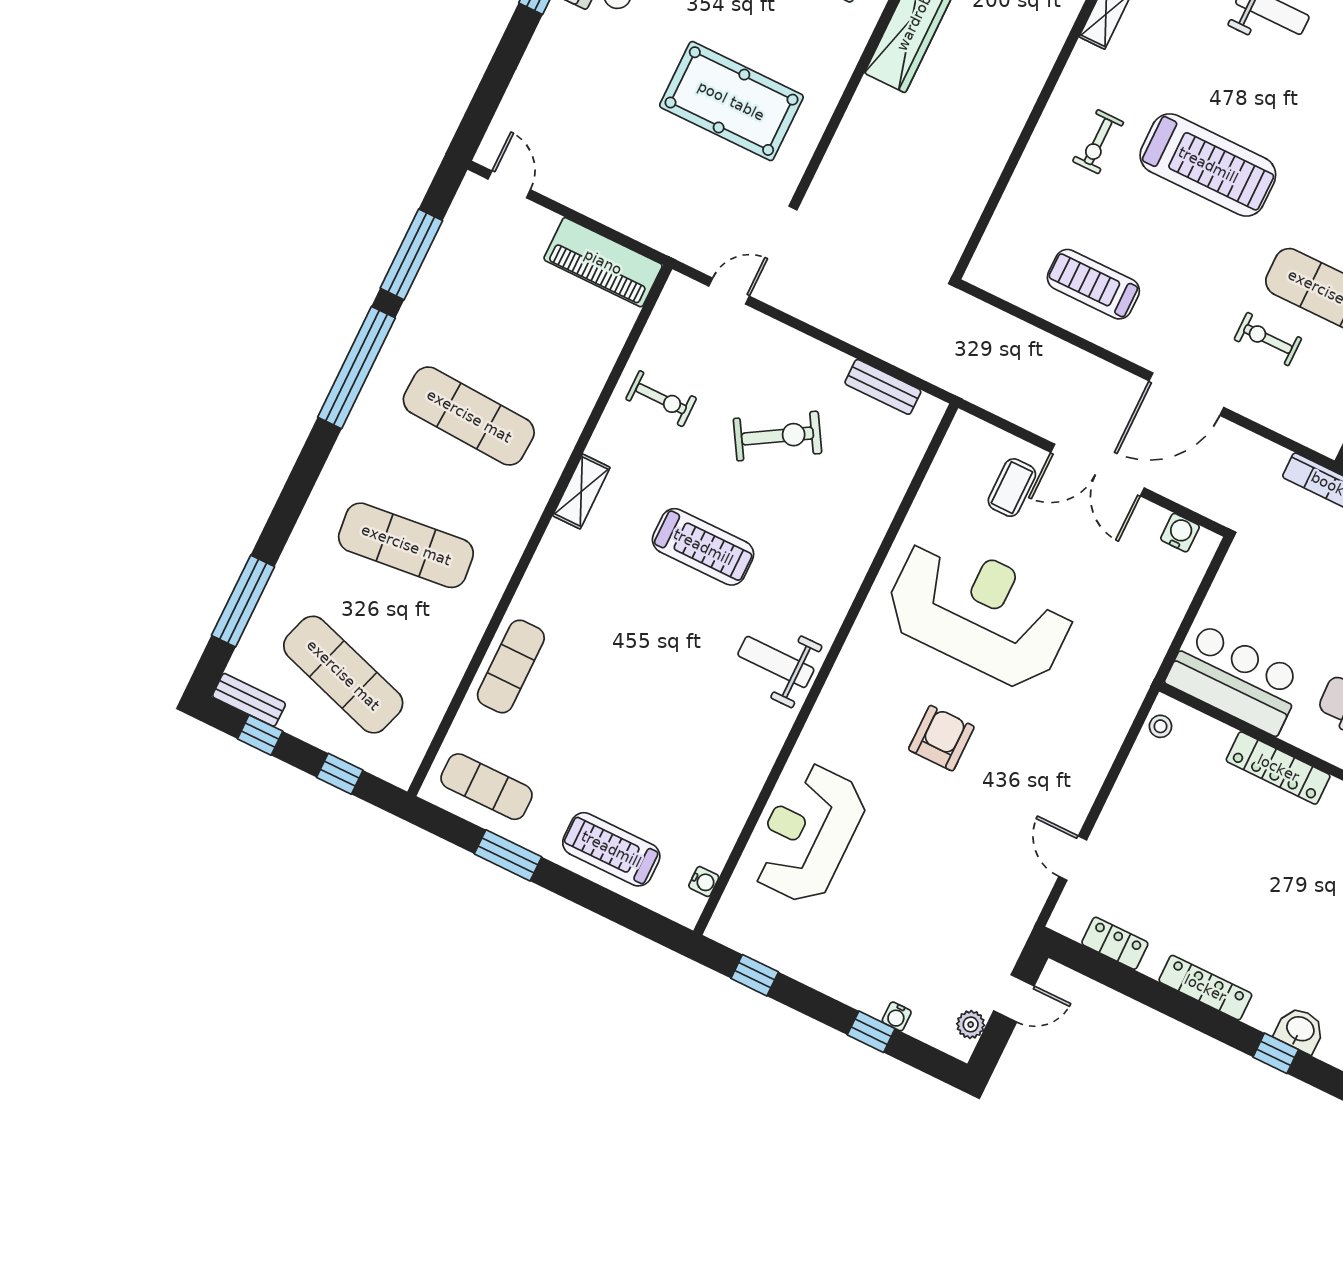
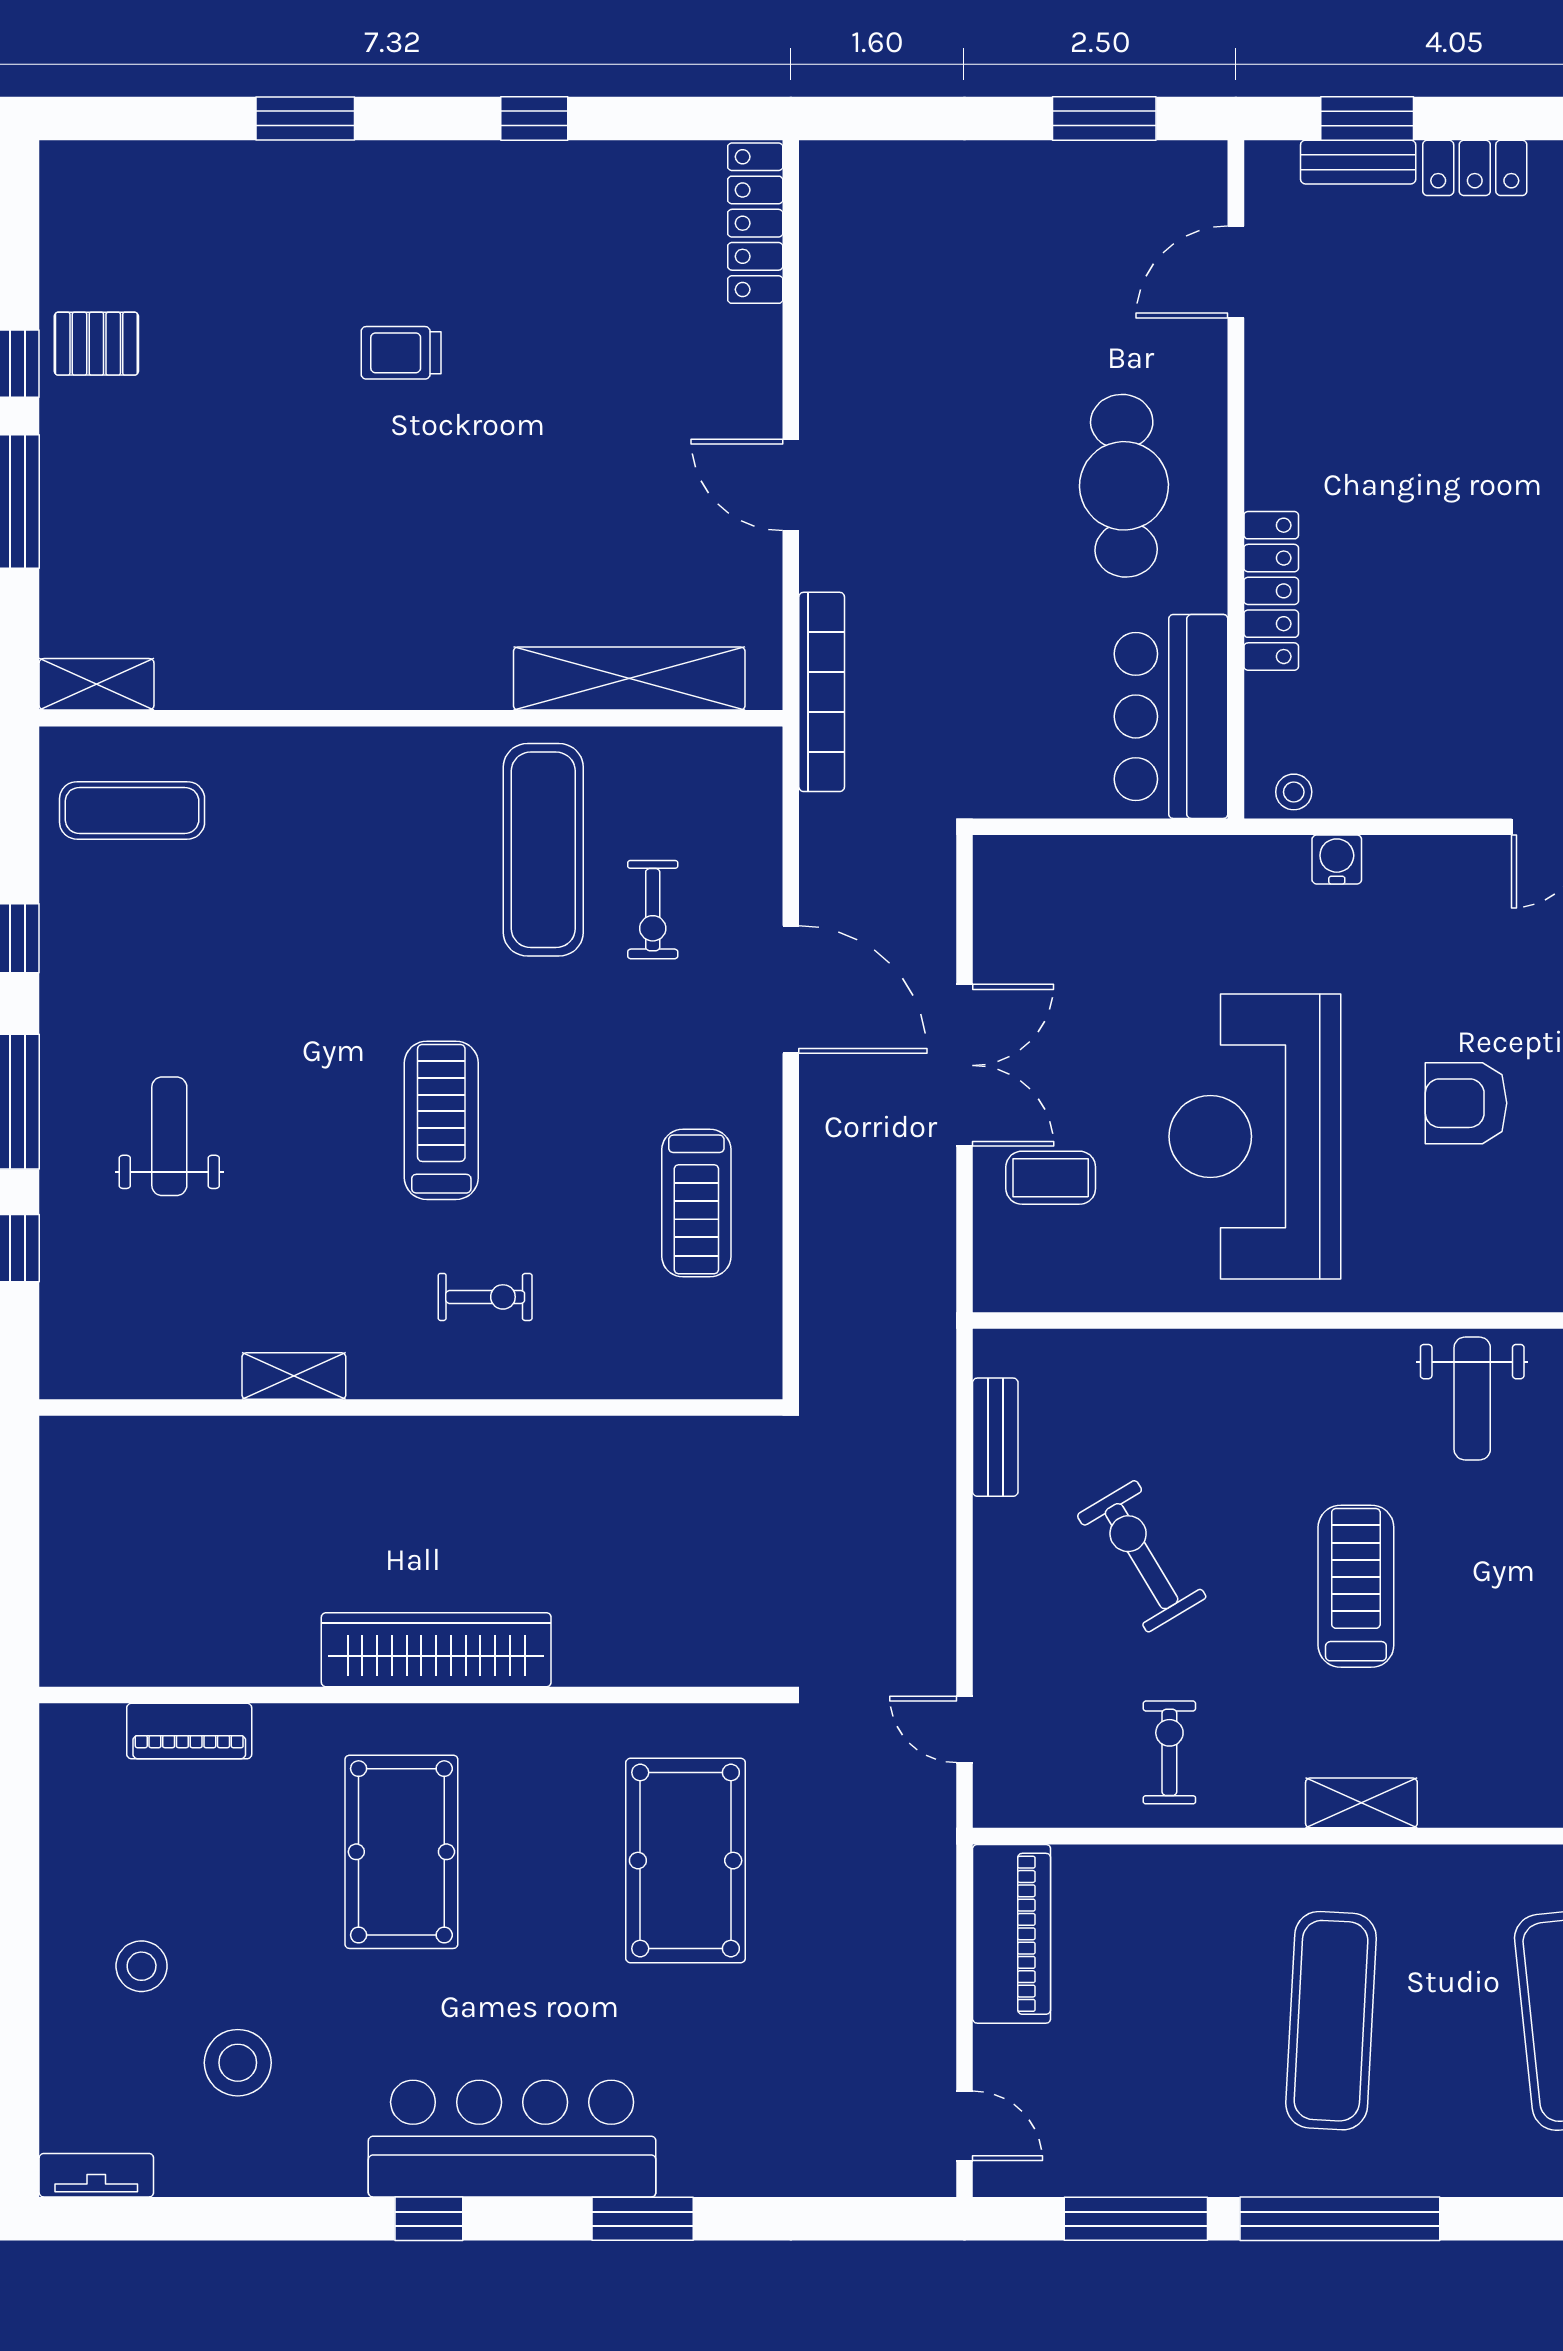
treadmill: (1208, 165) -> (441, 1120), width x0.73, depth x0.73
door: (509, 184) -> (965, 2126), swing flipped
water cooler: (1180, 533) -> (1337, 859), moved, turned 90

